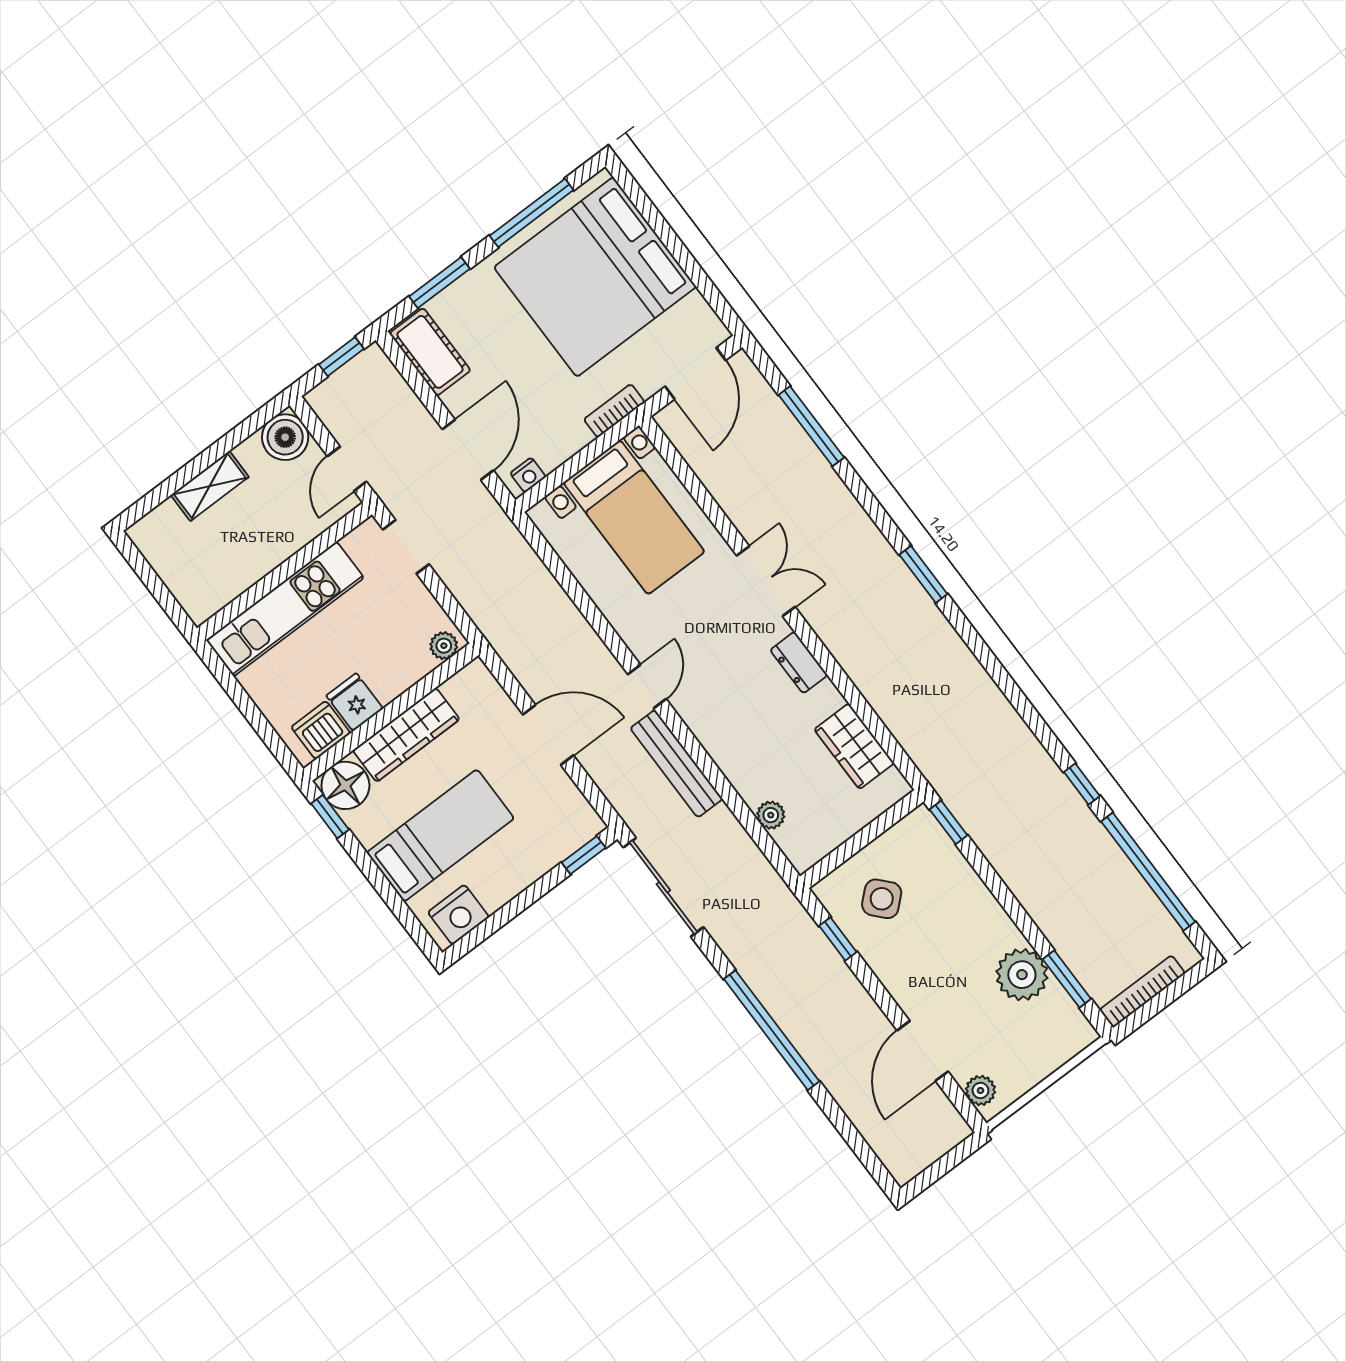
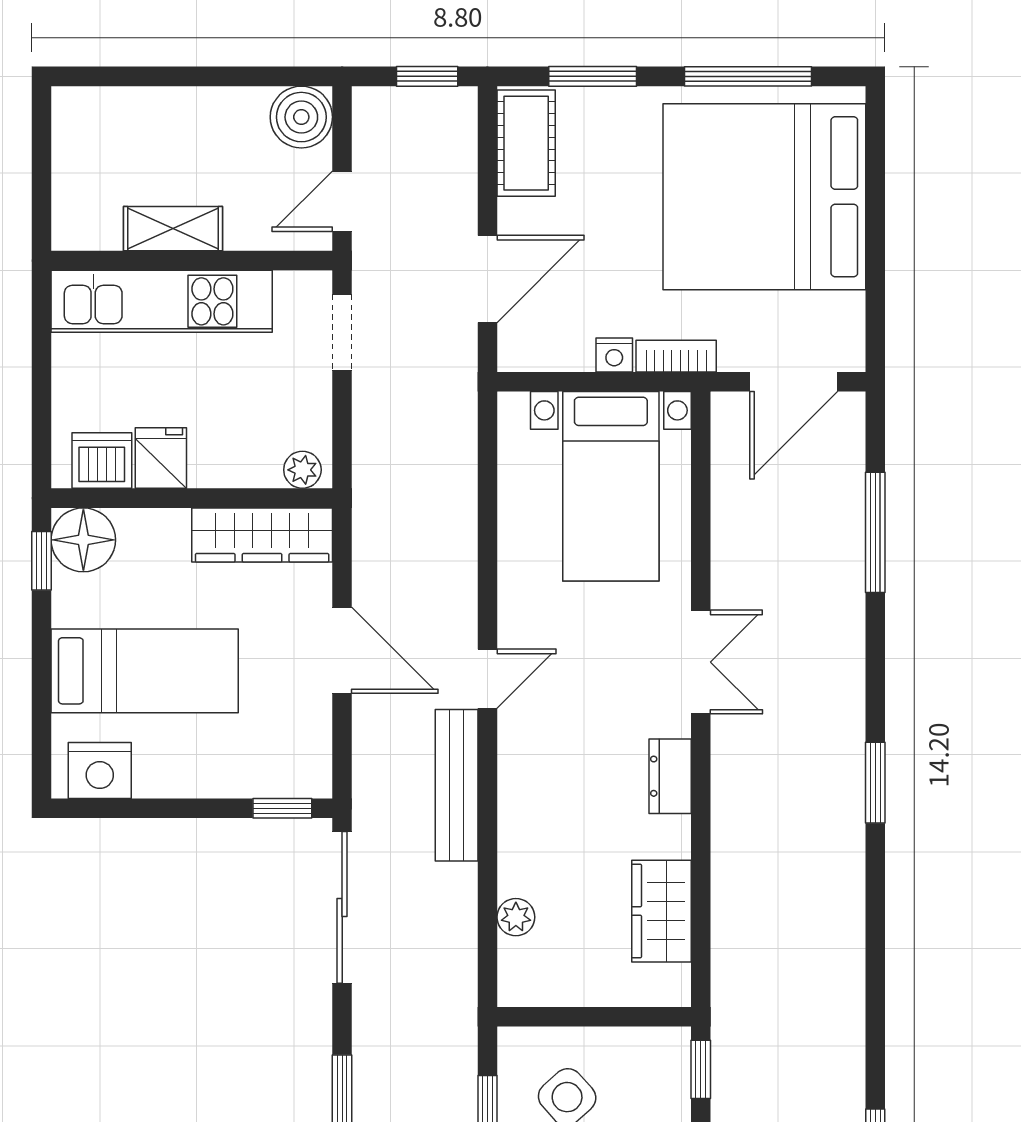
nightstand: (528, 475) -> (614, 355), moved
shelving: (210, 486) -> (173, 229), moved
wardrobe: (406, 735) -> (262, 535), moved

